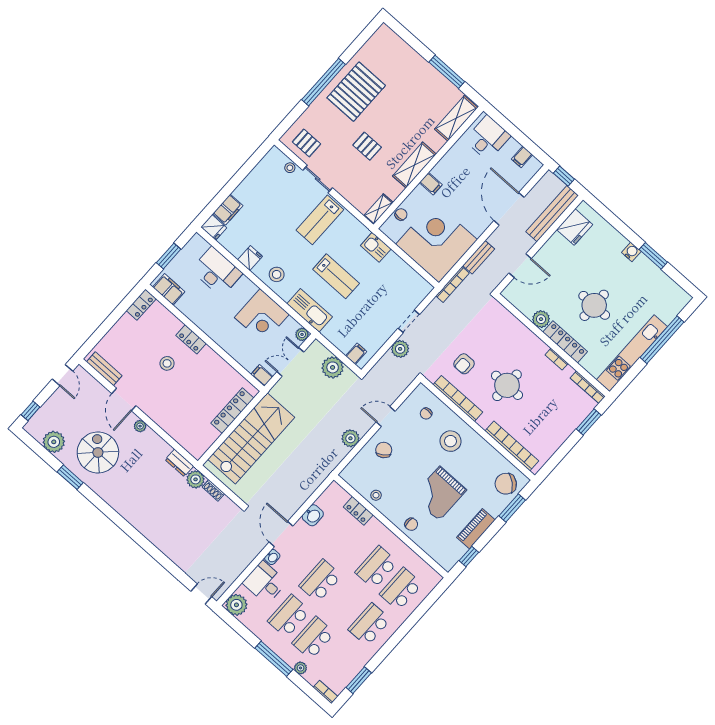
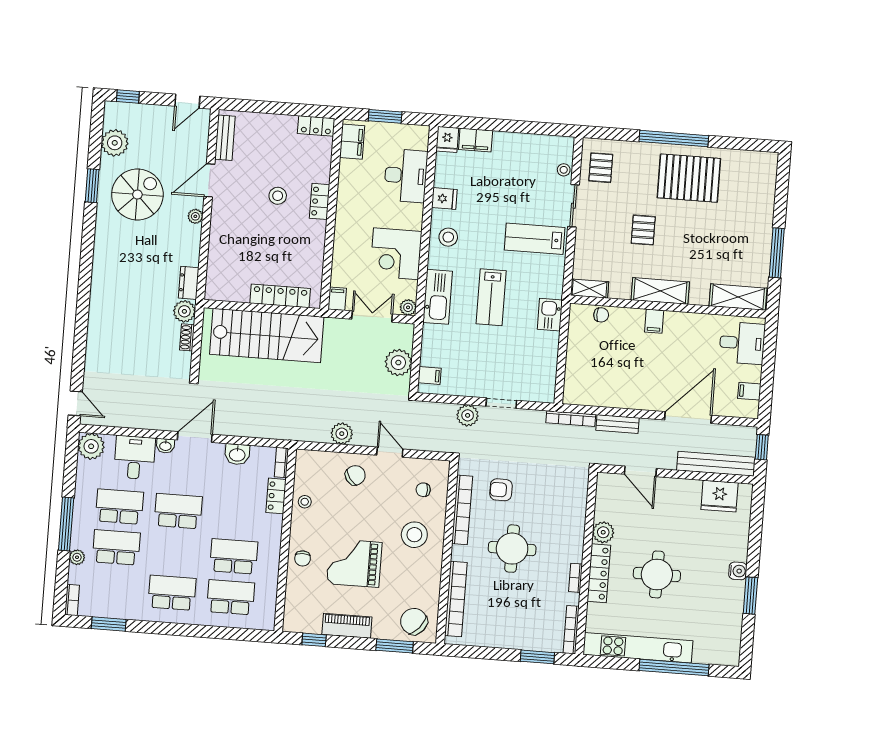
corner desk: (437, 242) -> (601, 371), removed
bookcase: (339, 491) -> (281, 462), added

